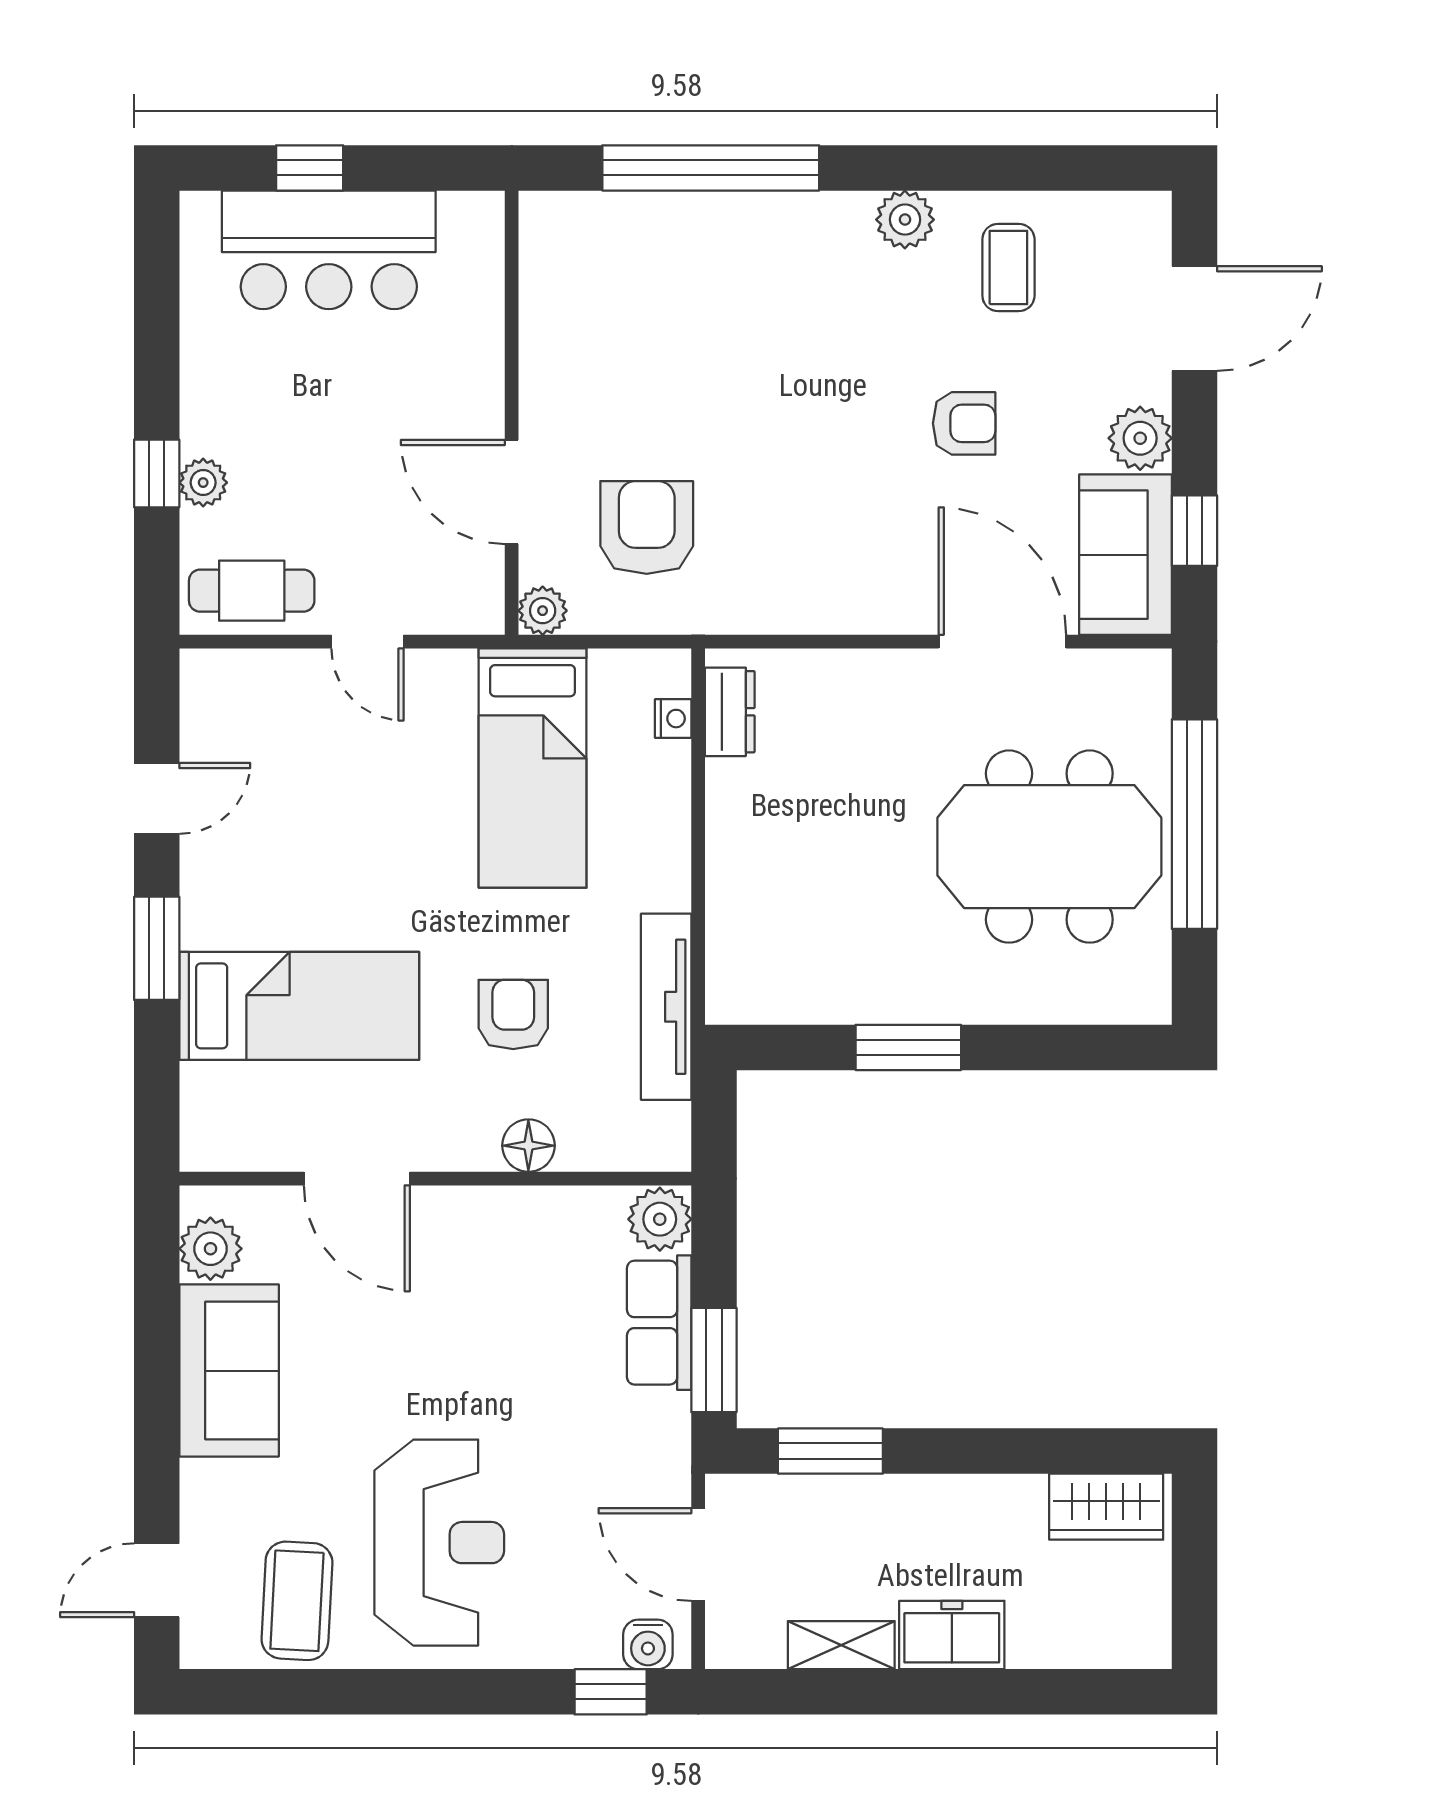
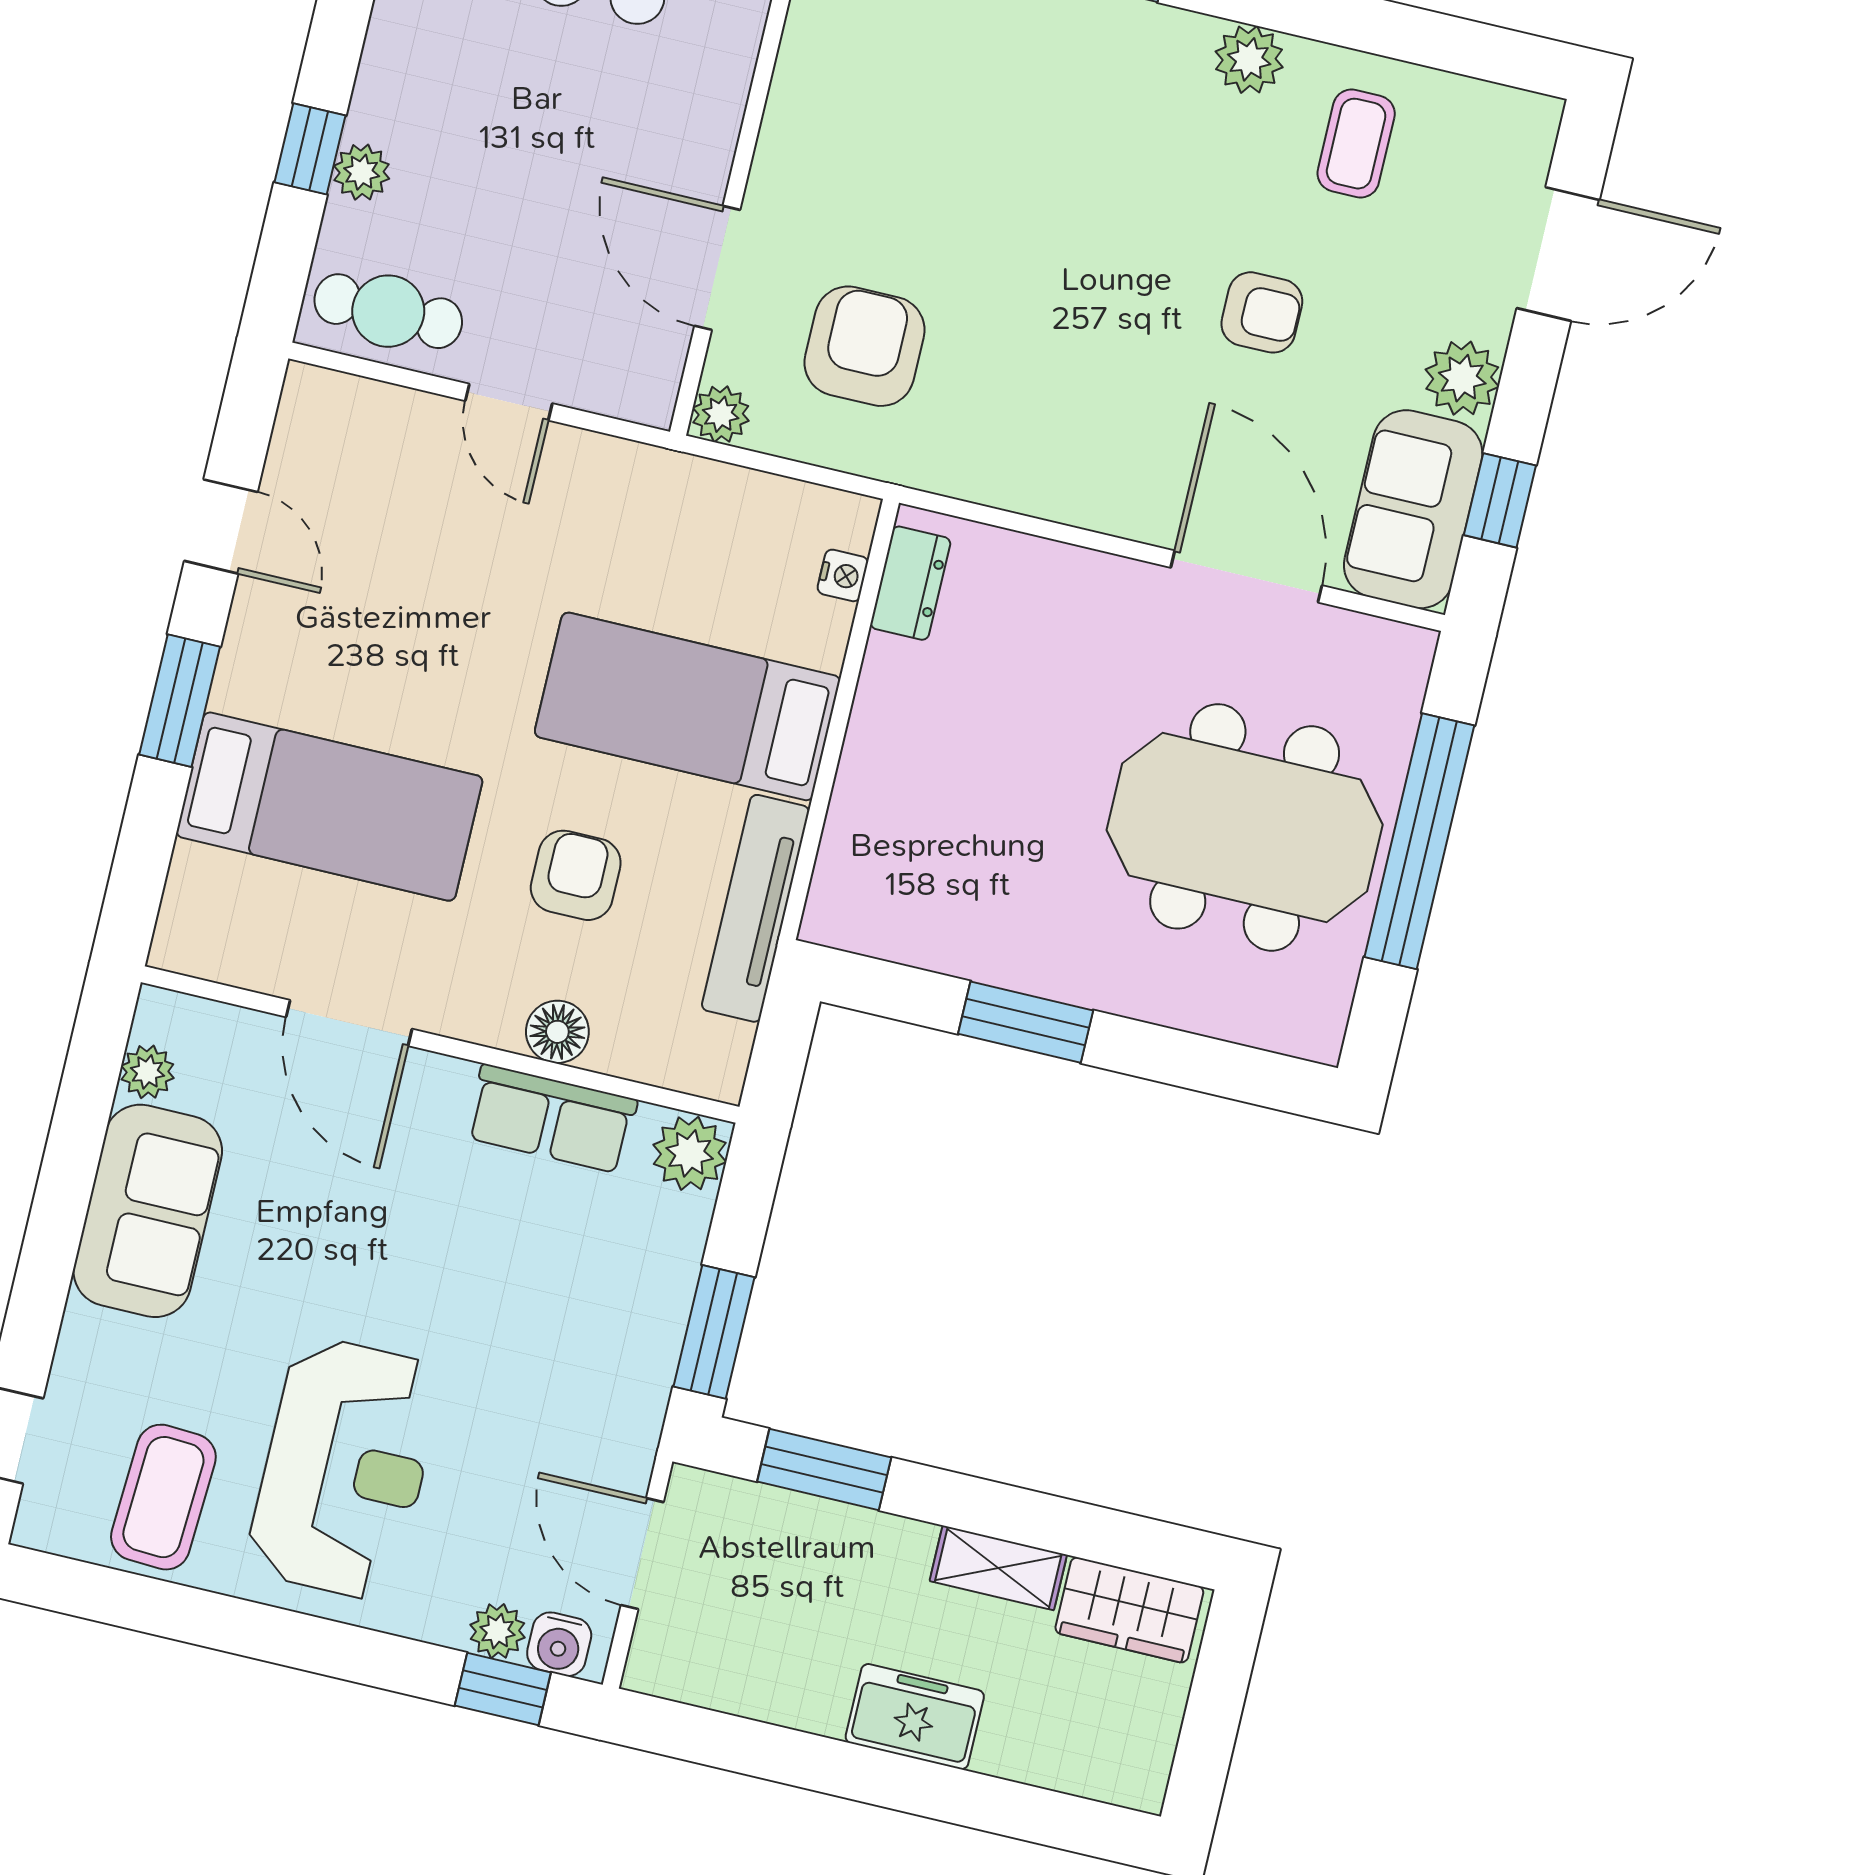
bed: (533, 768) -> (687, 706), moved, turned 90
door: (157, 798) -> (221, 526), hinge flipped
plant: (210, 1249) -> (147, 1072), width x0.73, depth x0.73
row of seats: (659, 1323) -> (551, 1119), moved, turned -90
shelving: (841, 1645) -> (998, 1568), moved
plant: (595, 1646) -> (498, 1631), added

